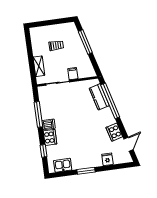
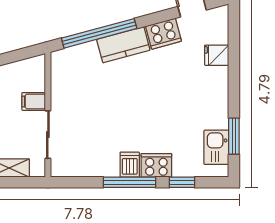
kitchen counter: (99, 97) -> (123, 45), moved
window: (38, 114) -> (129, 182), moved
window: (86, 171) -> (234, 136), moved

